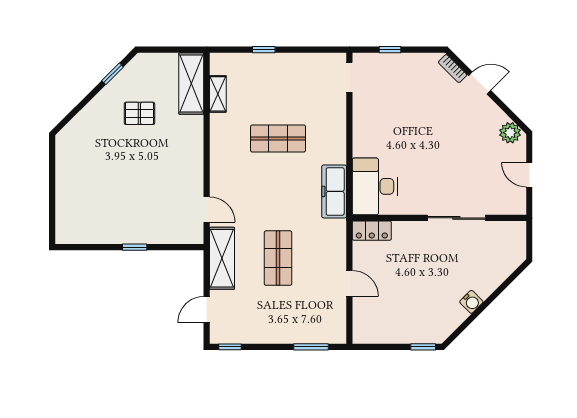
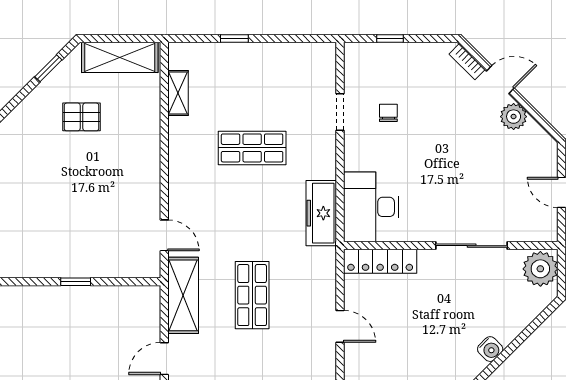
doorway: (349, 77) -> (340, 112), moved
shelving: (191, 84) -> (120, 57), moved, turned 90
chair: (389, 110) -> (388, 113), added
plant: (510, 133) -> (514, 117), moved
locker: (372, 231) -> (380, 261), width x1.53
plant: (512, 237) -> (540, 269), added

